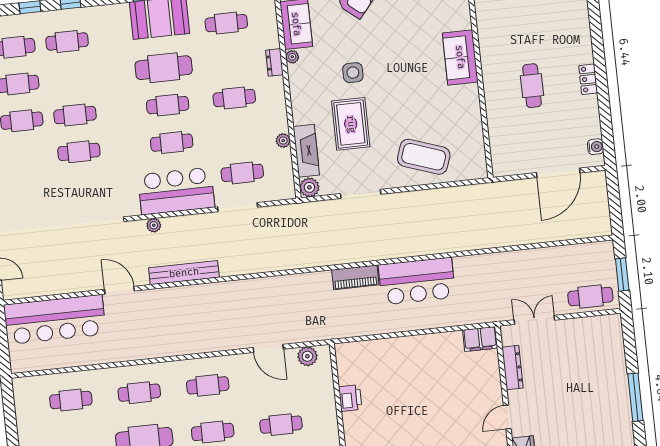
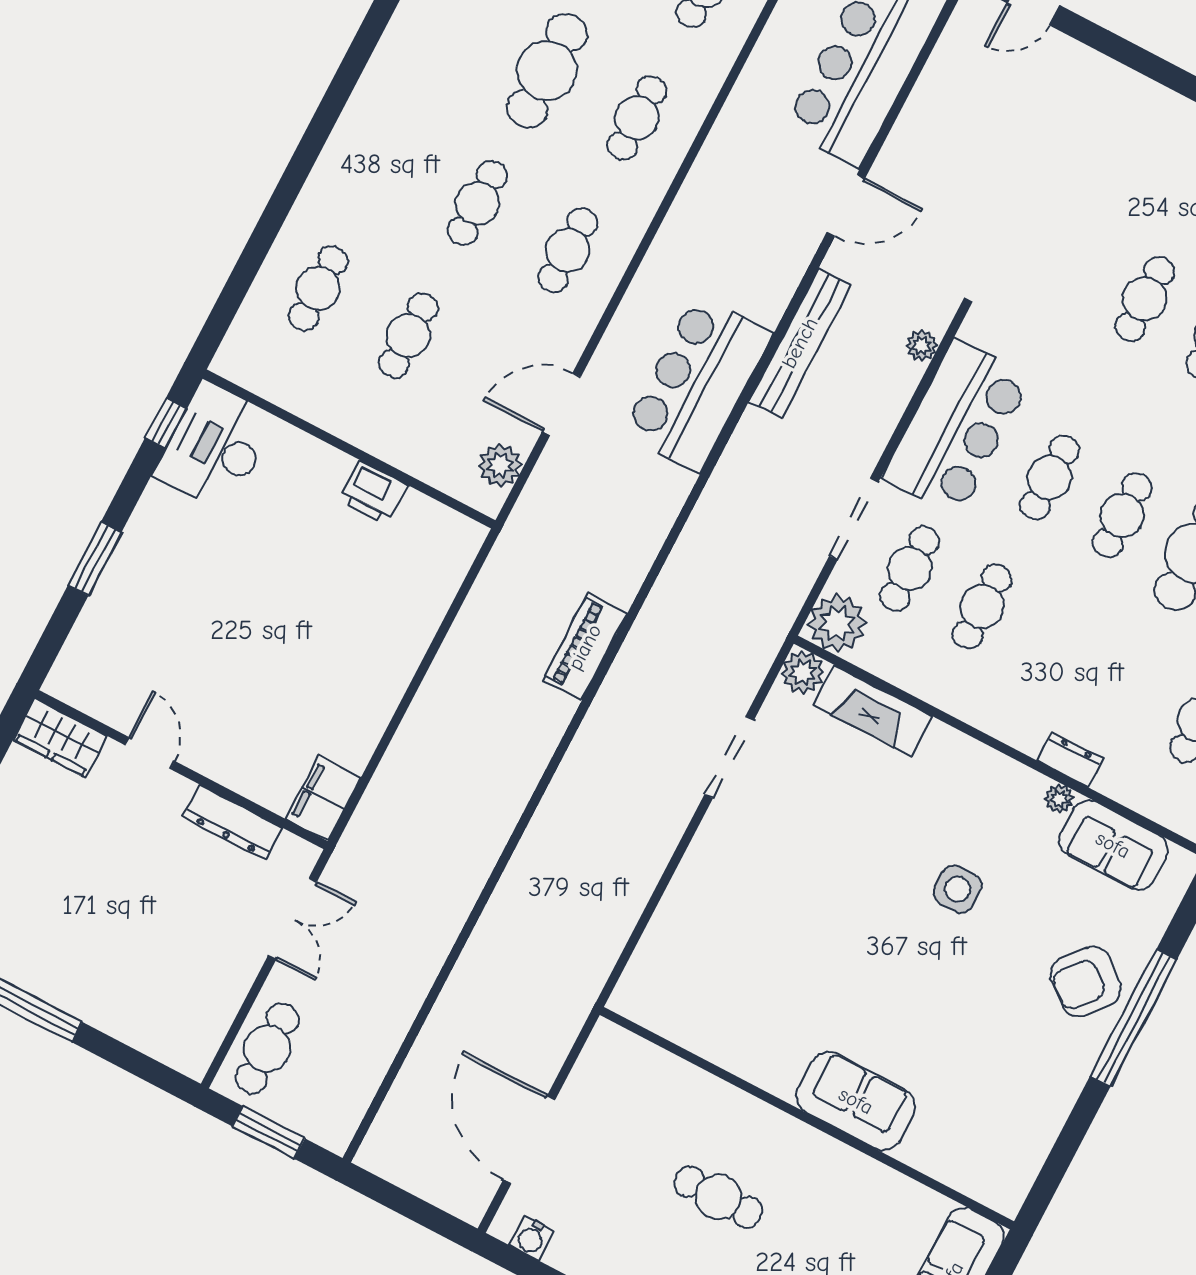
cafe table: (234, 98) -> (982, 606), moved
rug: (351, 124) -> (868, 823), removed
plant: (283, 140) -> (837, 623), moved, width x1.88, depth x1.88
coffee table: (424, 157) -> (721, 916), removed
bar counter: (417, 281) -> (698, 383), moved

